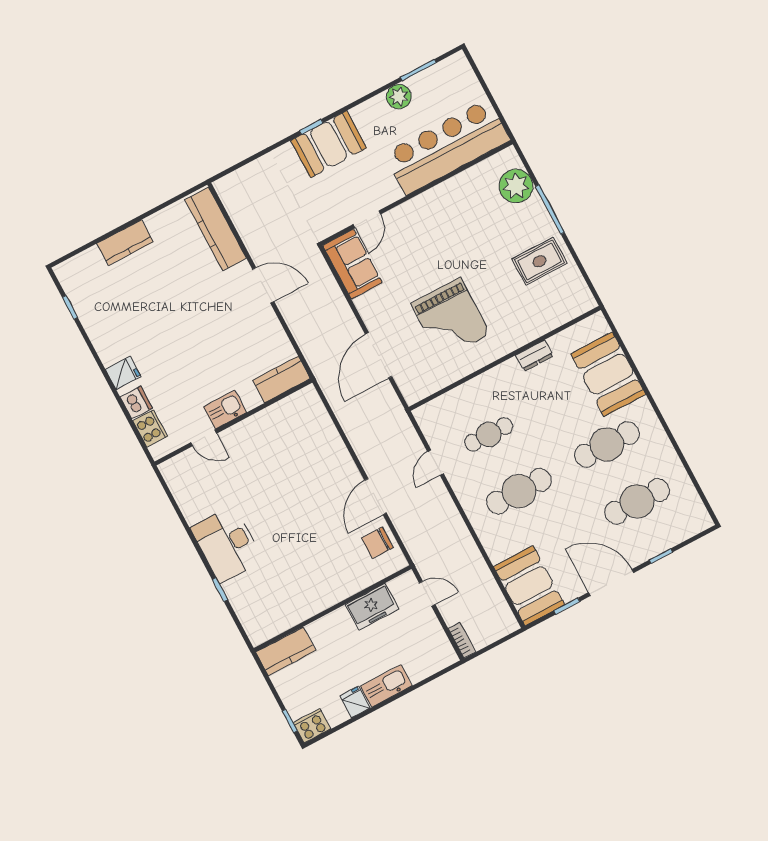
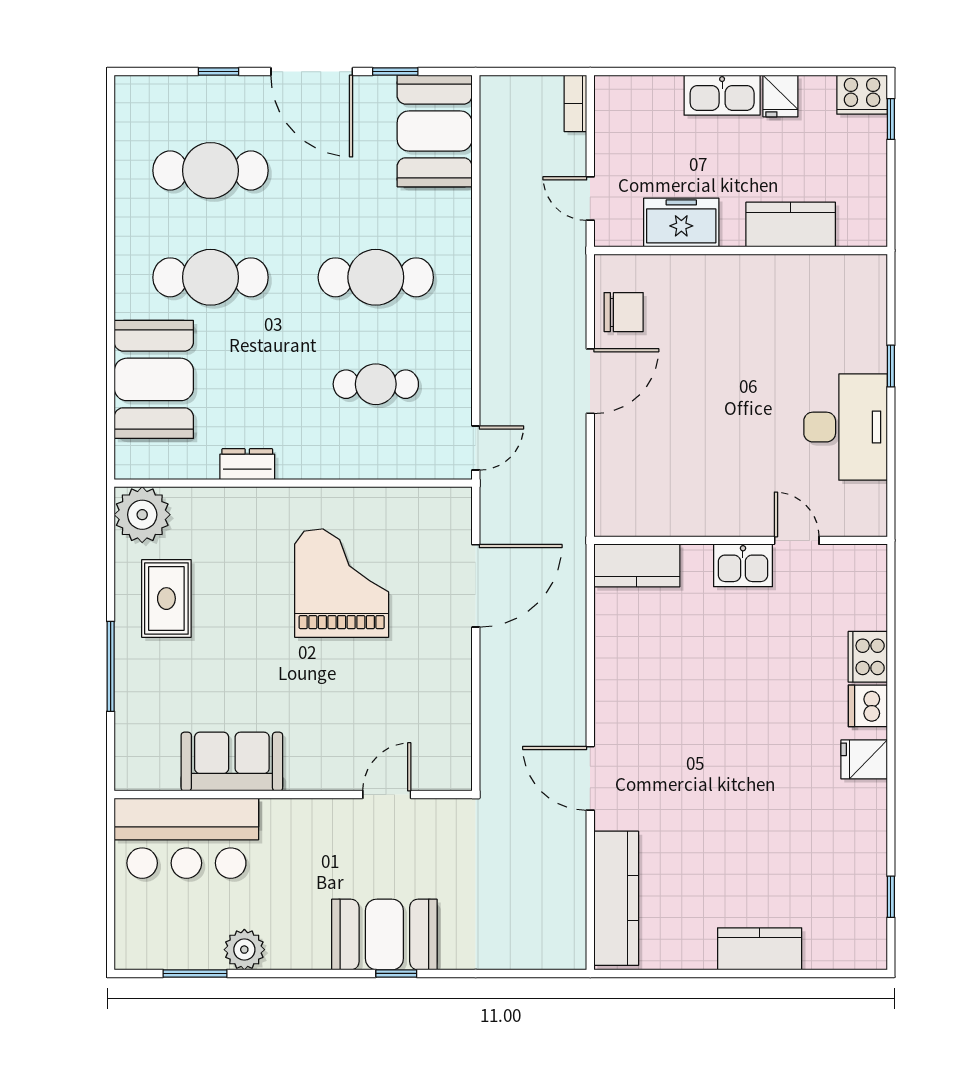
bar counter: (447, 147) -> (186, 838), width x0.73
plant: (516, 186) -> (142, 515), moved
rug: (539, 261) -> (166, 599), turned 90
sofa: (352, 264) -> (232, 762), moved, turned 90
kitchen counter: (281, 379) -> (637, 565), moved
kitchen sink: (225, 410) -> (743, 565), moved
wall: (233, 422) -> (741, 540), moved
door: (204, 438) -> (797, 540), moved
door: (436, 463) -> (476, 448), moved
kitchen counter: (286, 651) -> (791, 225), moved

